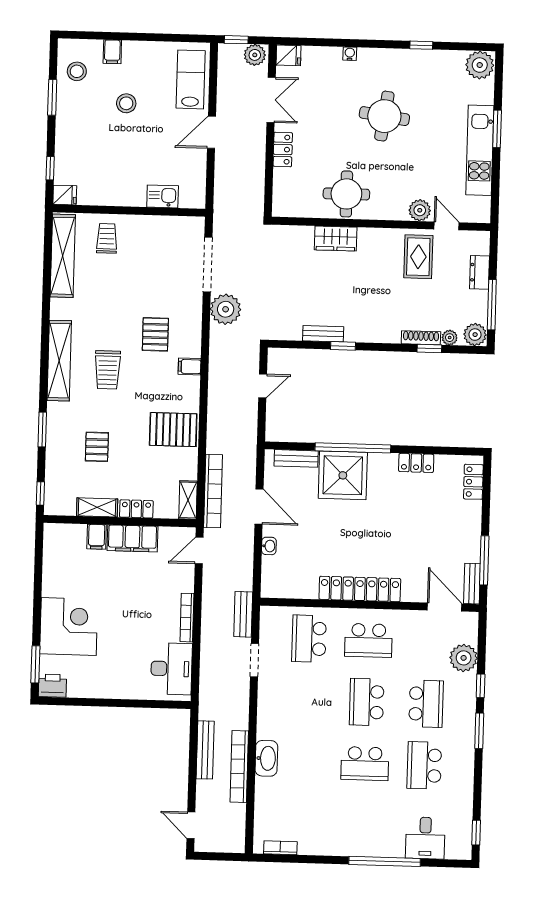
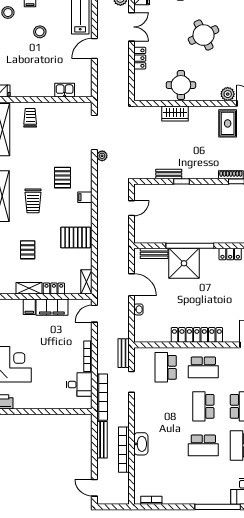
round table: (384, 116) -> (204, 35), turned -33
plant: (226, 309) -> (102, 156), width x0.53, depth x0.53
bookcase: (213, 491) -> (102, 397), moved
desk: (171, 669) -> (79, 385), width x0.73

